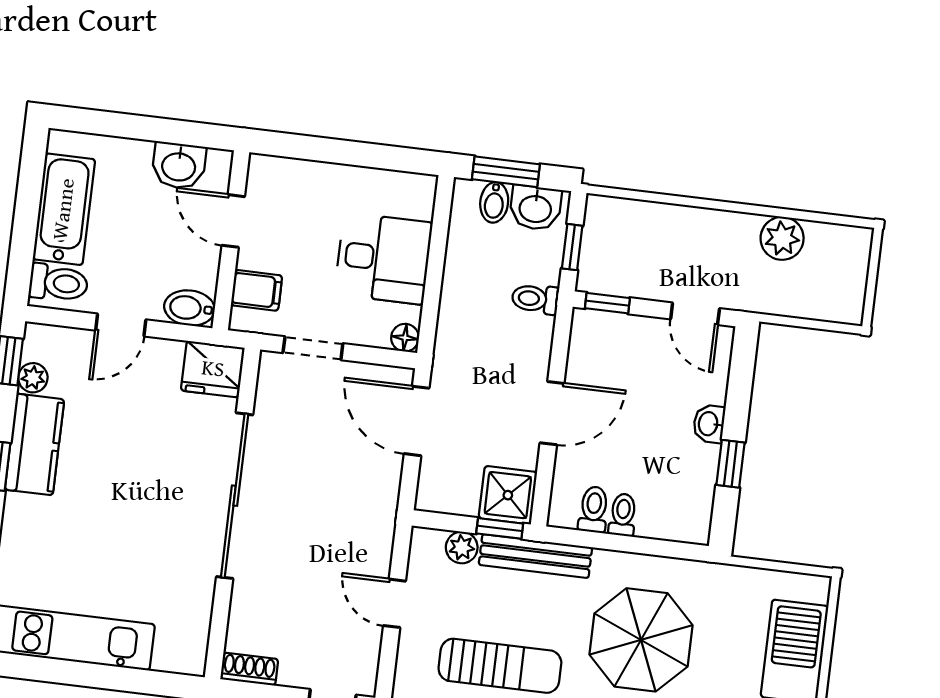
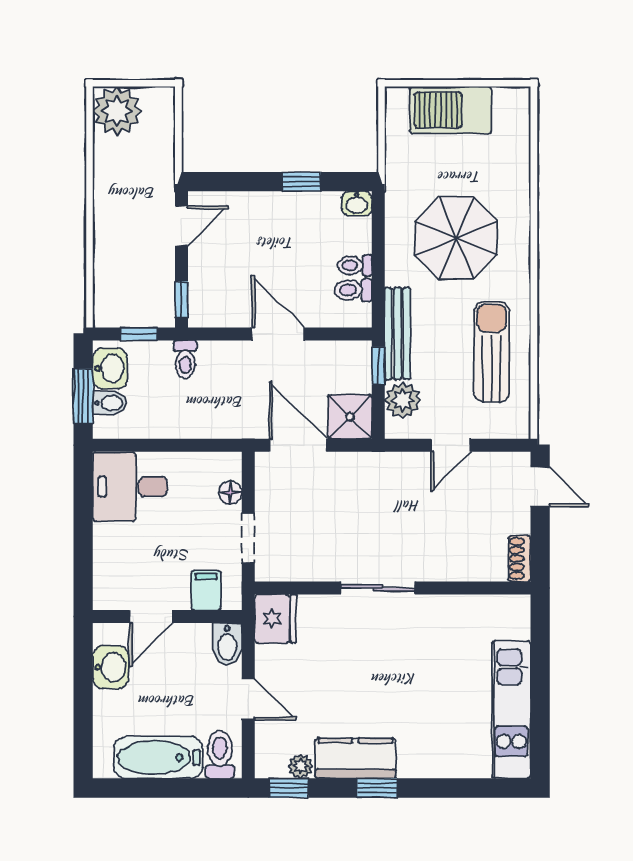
plant: (782, 238) -> (117, 111), moved, width x1.36, depth x1.36
desk: (383, 258) -> (130, 487), moved, turned -90
floor lamp: (405, 338) -> (230, 493), moved
door: (417, 421) -> (298, 445), swing flipped
washbasin: (709, 424) -> (357, 203), moved
shower: (508, 495) -> (350, 417), moved
sliding door: (235, 496) -> (378, 588), width x0.54
plant: (462, 547) -> (403, 400), width x1.38, depth x1.38

